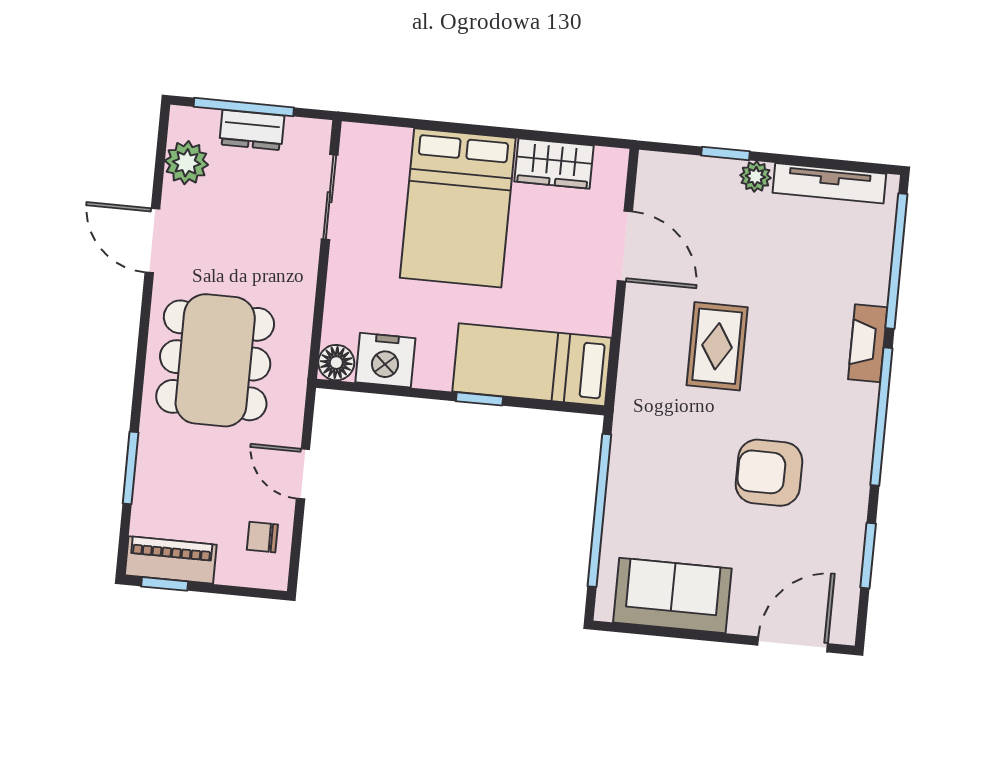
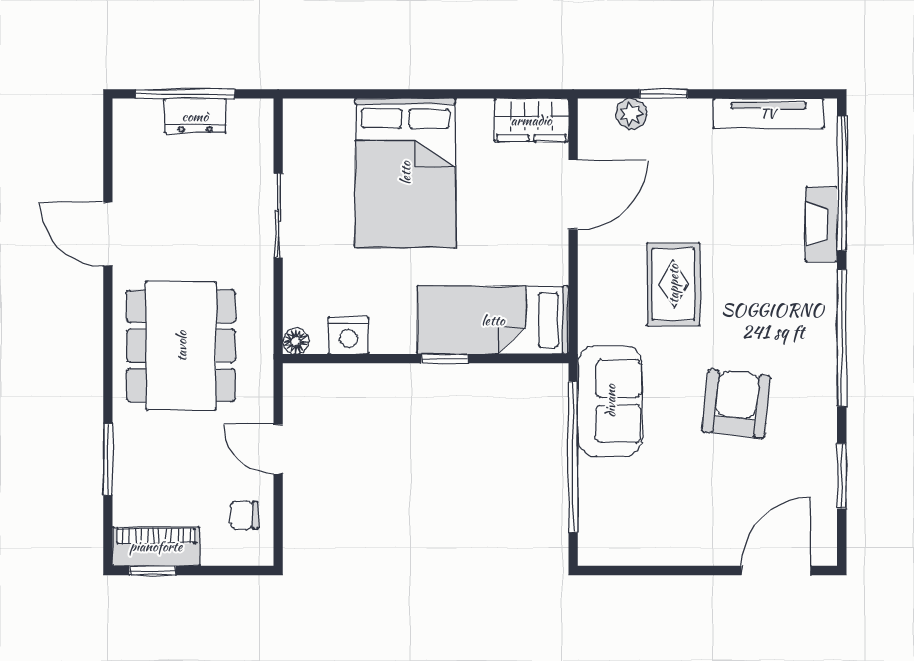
plant: (186, 163) -> (134, 154), removed
wardrobe: (554, 163) -> (531, 120), moved
plant: (755, 177) -> (631, 114), moved
sliding door: (330, 197) -> (278, 216), moved
door: (625, 246) -> (573, 195), hinge flipped
fireplace: (868, 343) -> (821, 224), moved
nightstand: (385, 360) -> (348, 336), width x0.74, depth x0.75
floor lamp: (336, 363) -> (296, 341), width x0.73, depth x0.73
armchair: (769, 473) -> (736, 404), turned 96
sofa: (672, 595) -> (610, 401), moved, turned 90

